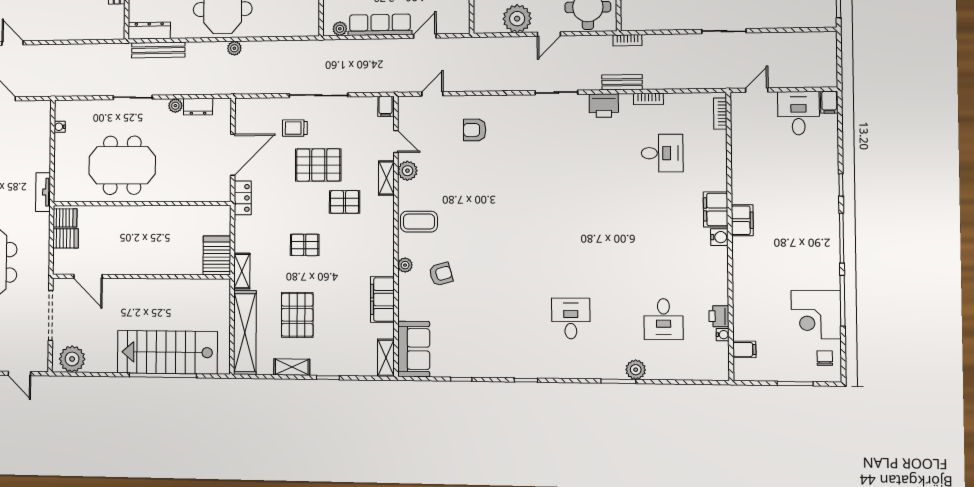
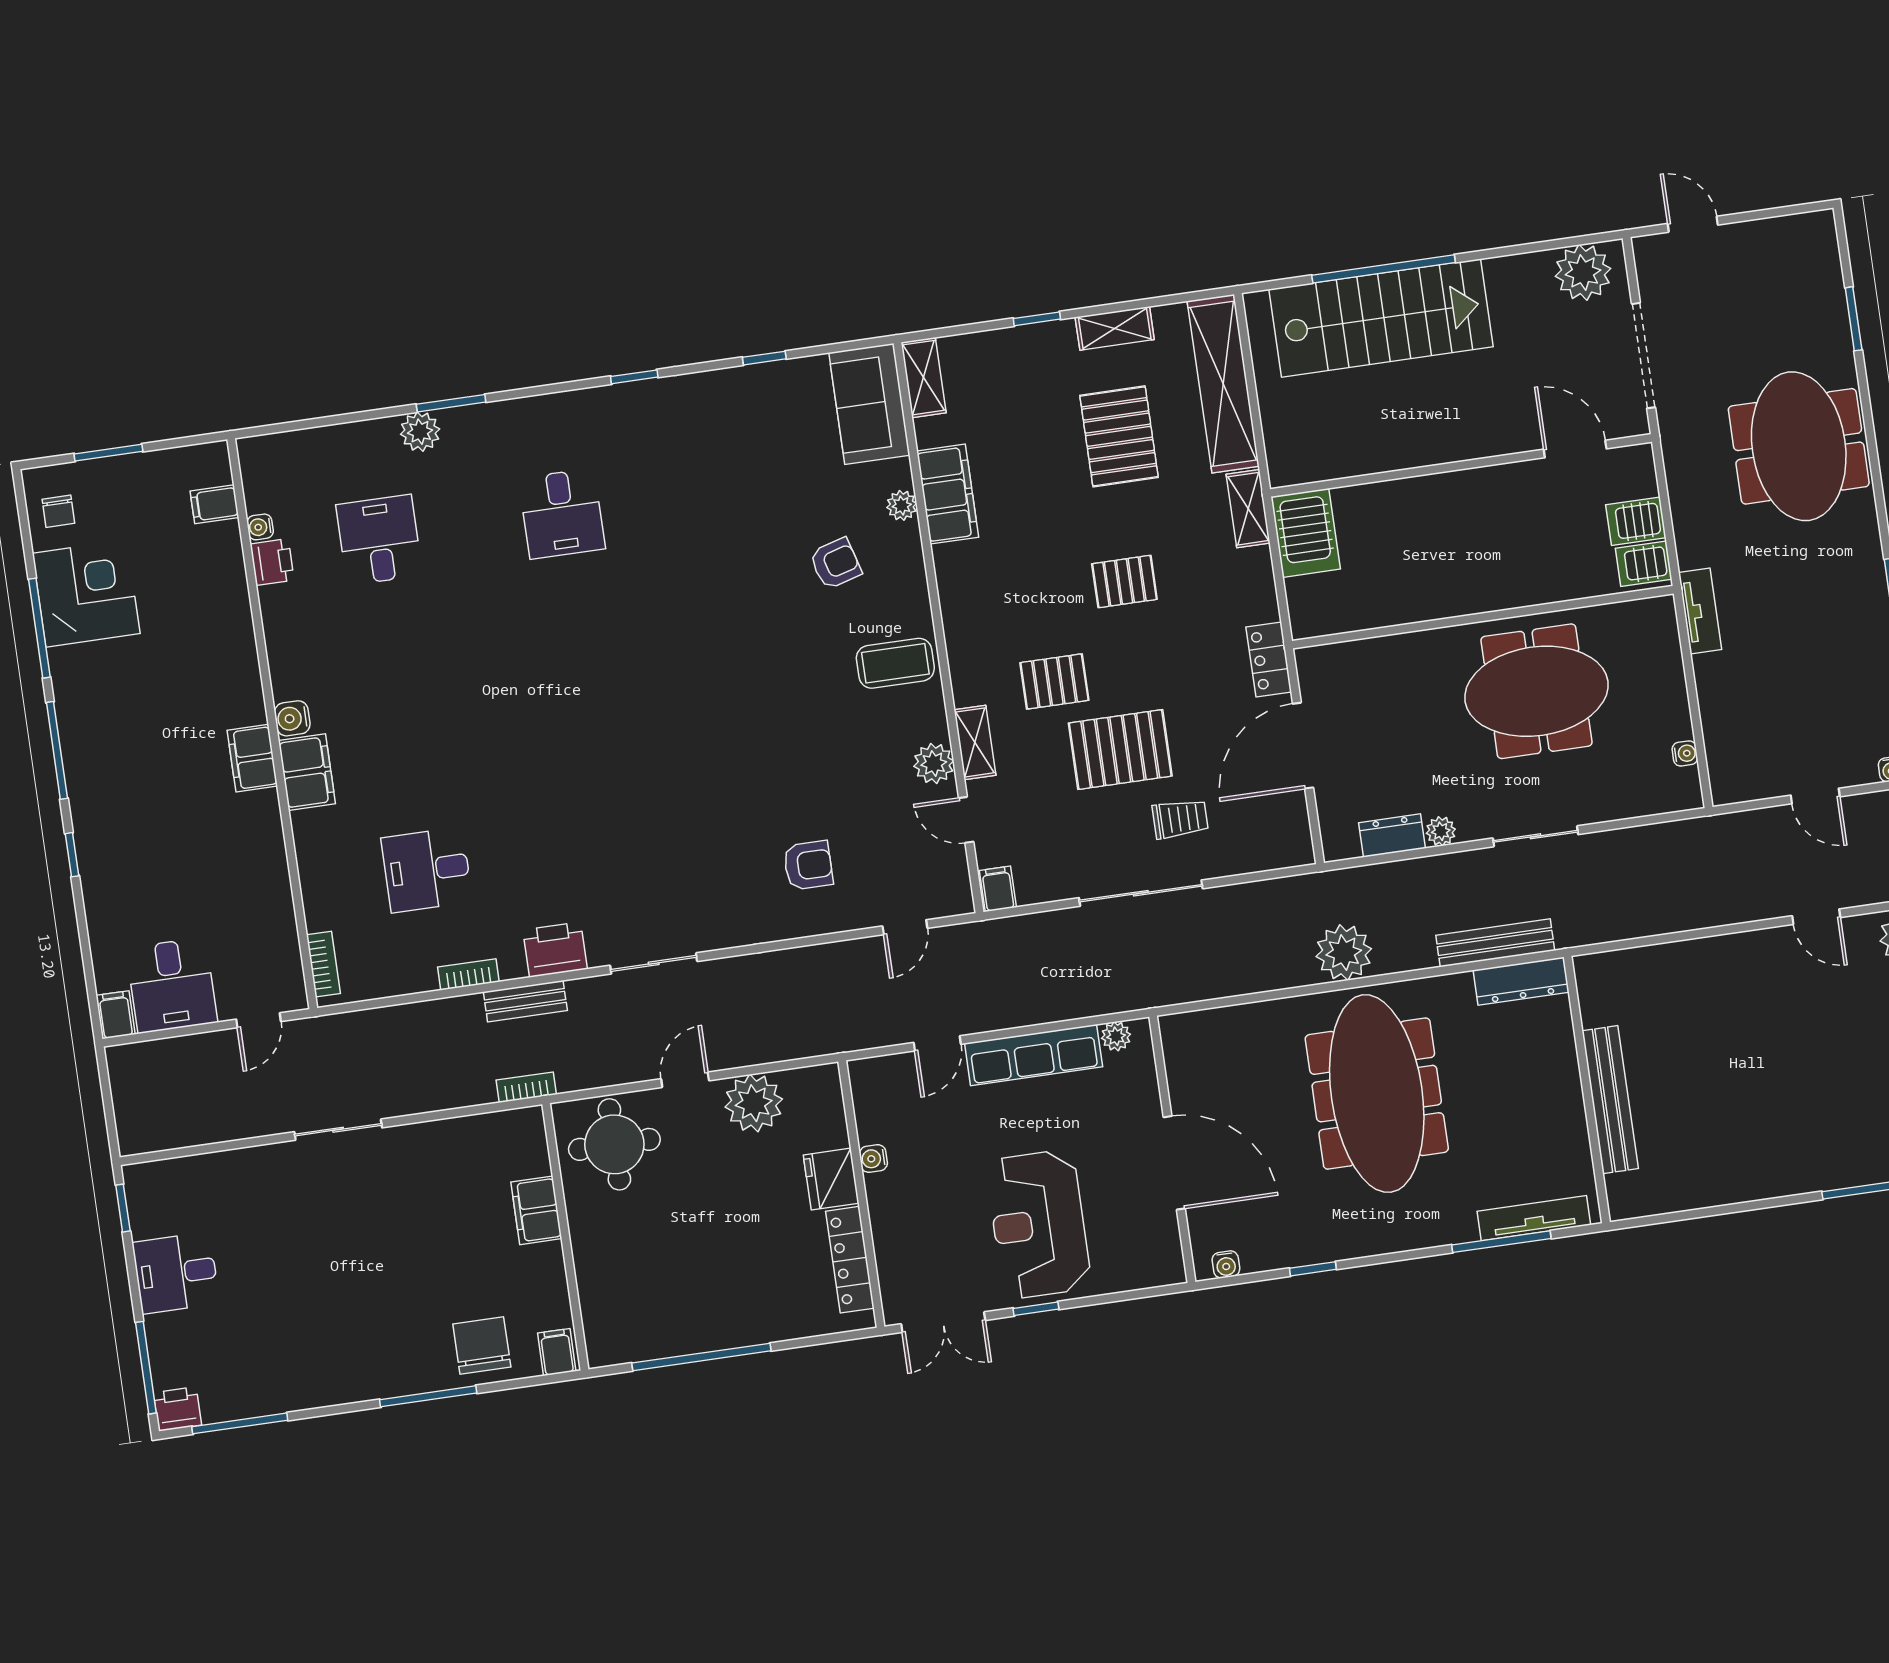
plant: (234, 48) -> (1344, 953), width x1.87, depth x1.87
plant: (405, 265) -> (902, 505), moved
armchair: (441, 274) -> (835, 563), turned 180

